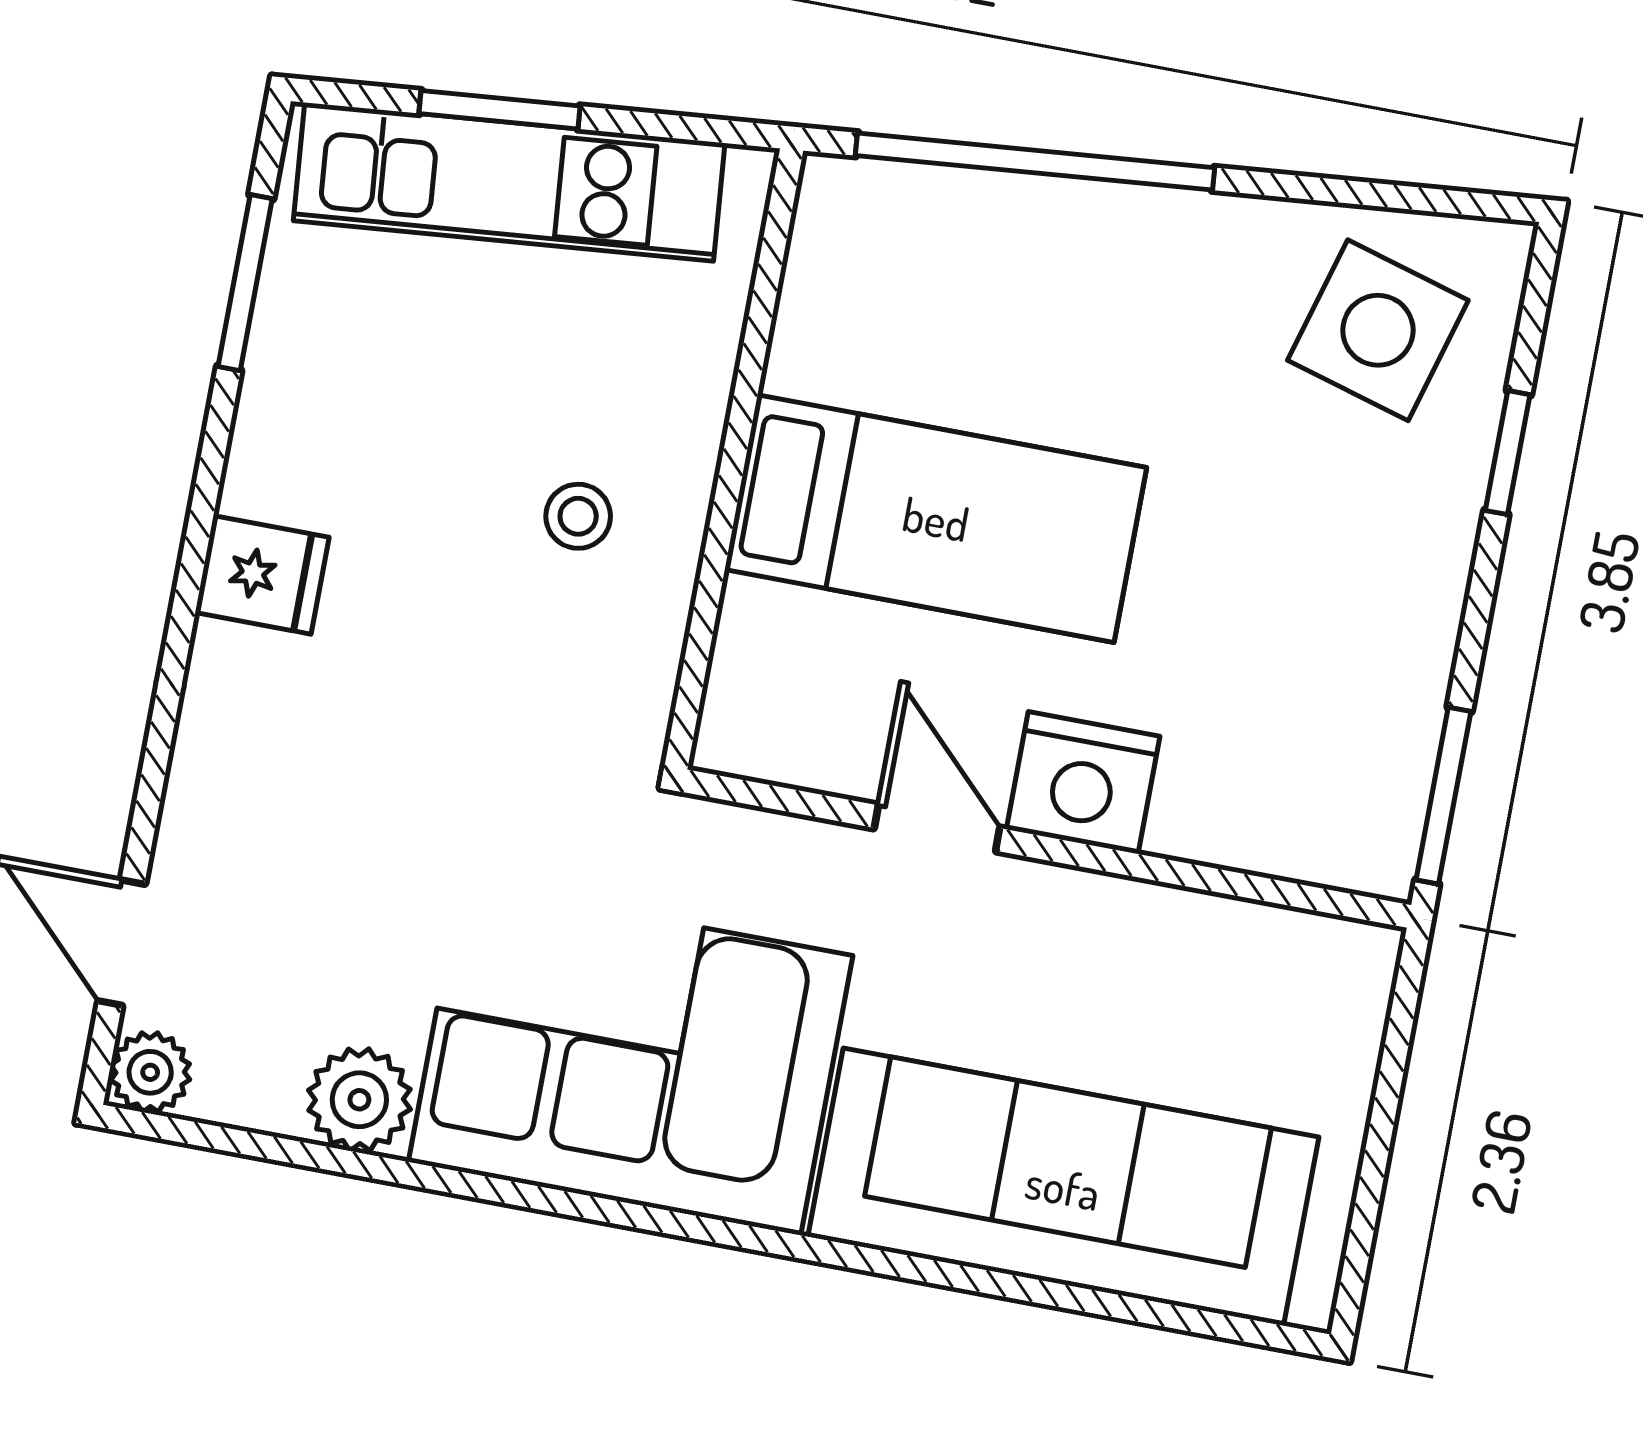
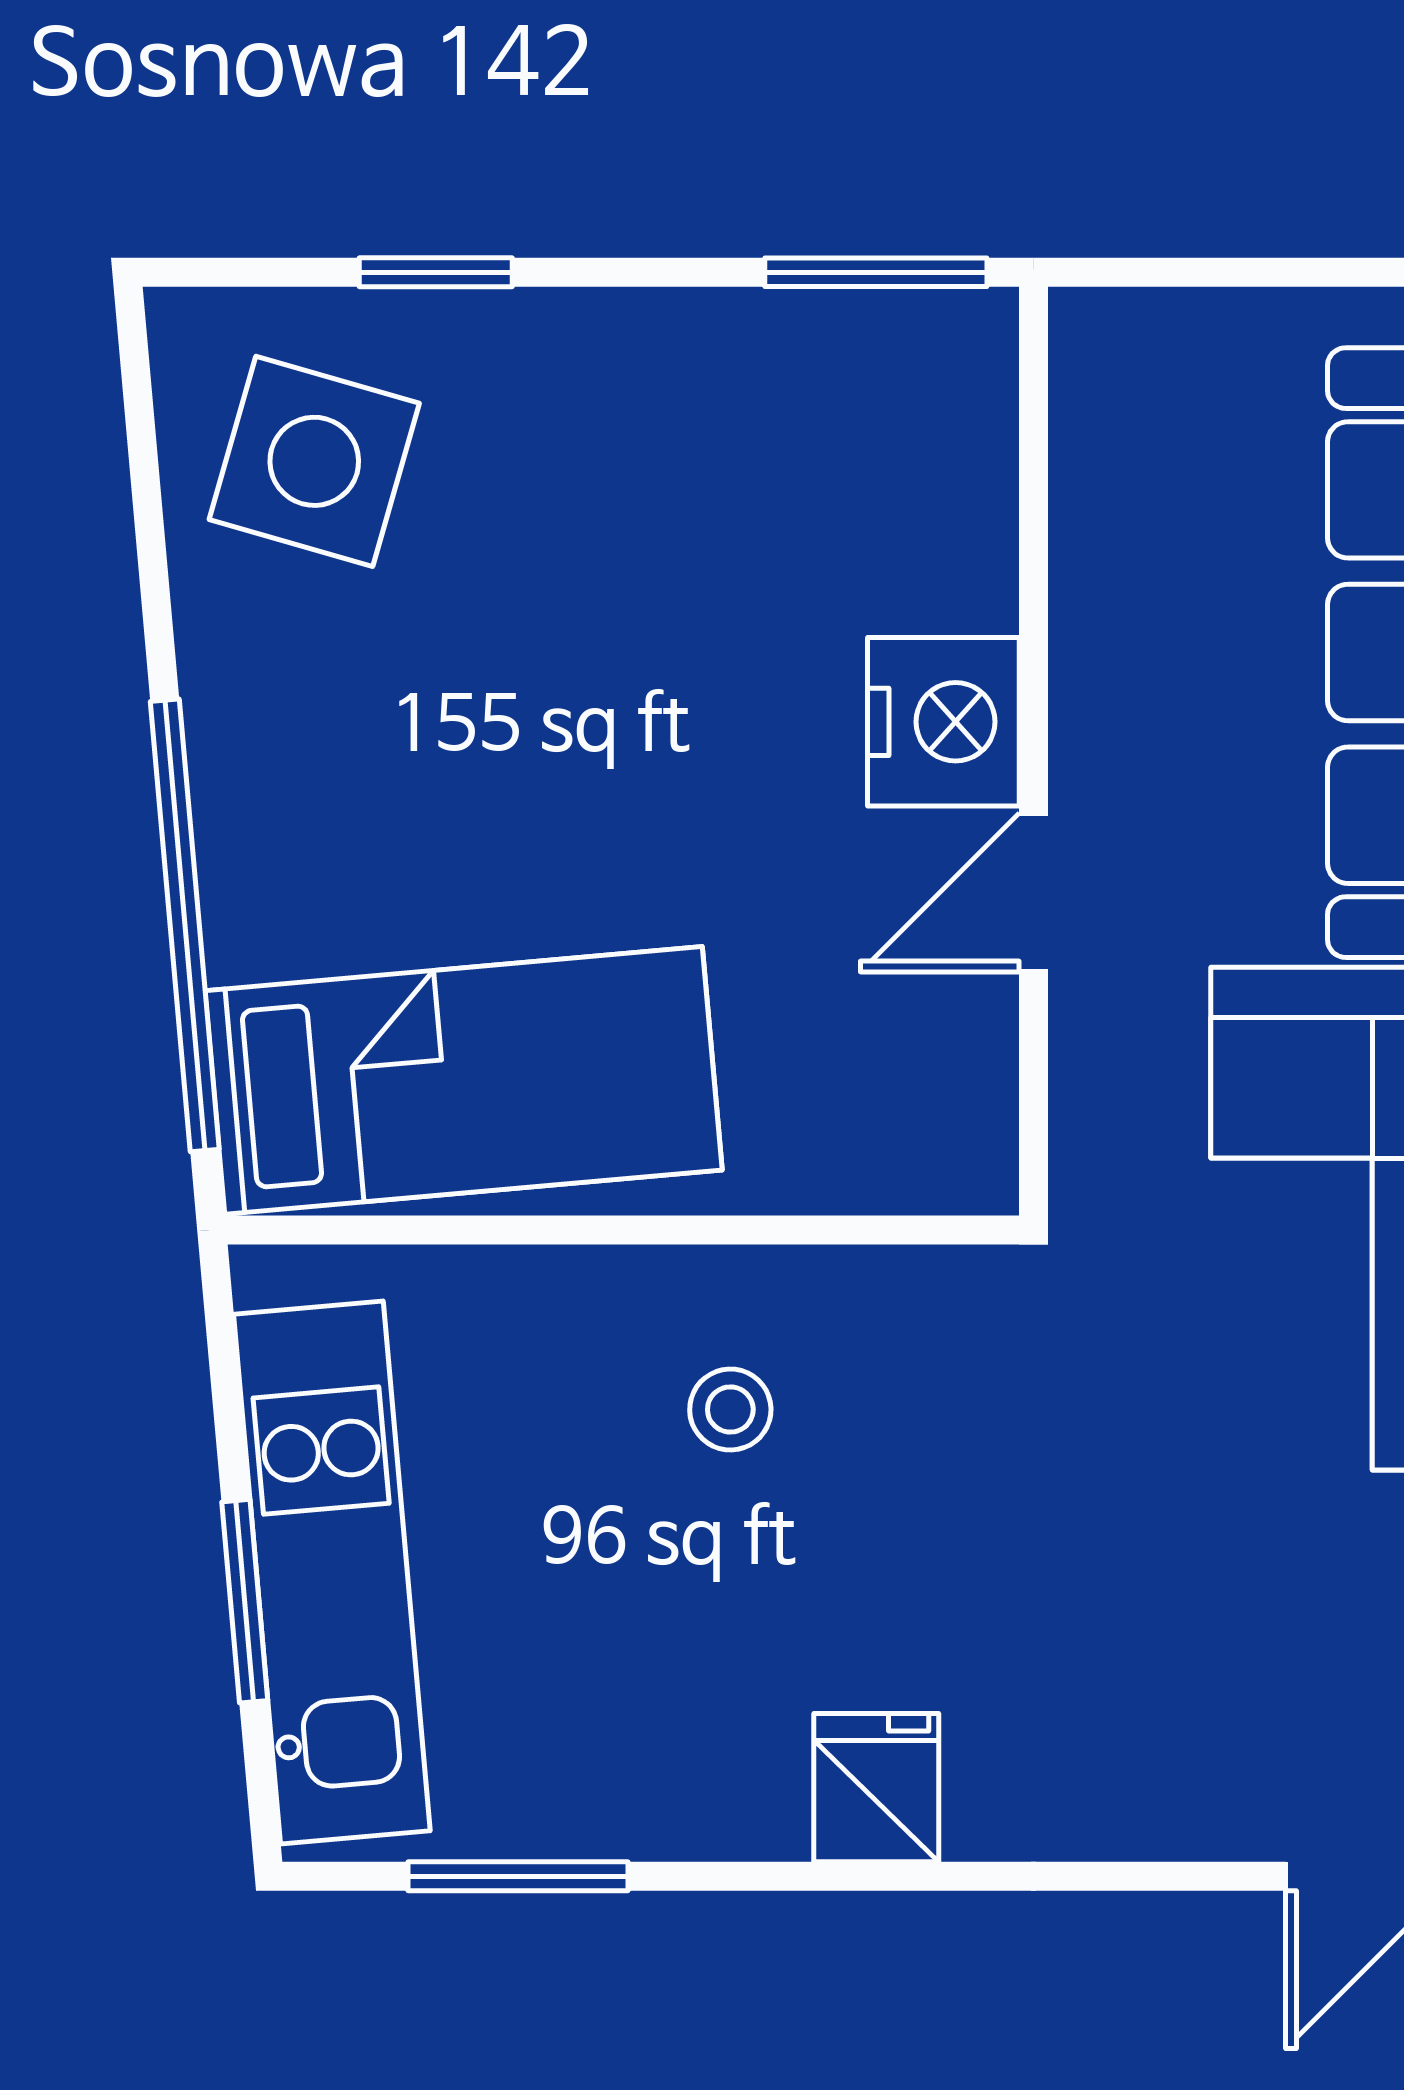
bed: (936, 519) -> (464, 1080), moved, turned 85

